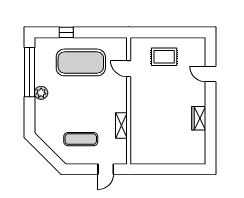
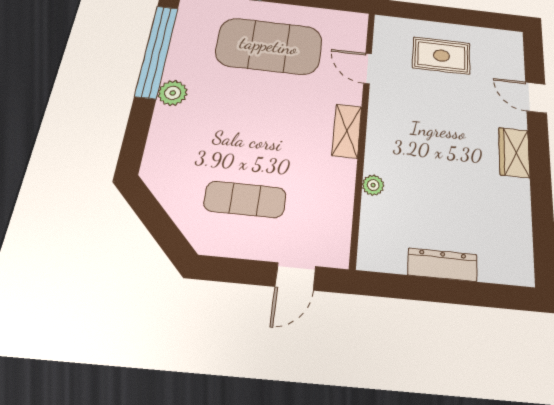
wardrobe: (199, 118) -> (514, 153), moved
shelving: (121, 126) -> (347, 131), moved
plant: (135, 127) -> (373, 185), added
dresser: (166, 159) -> (442, 265), added

